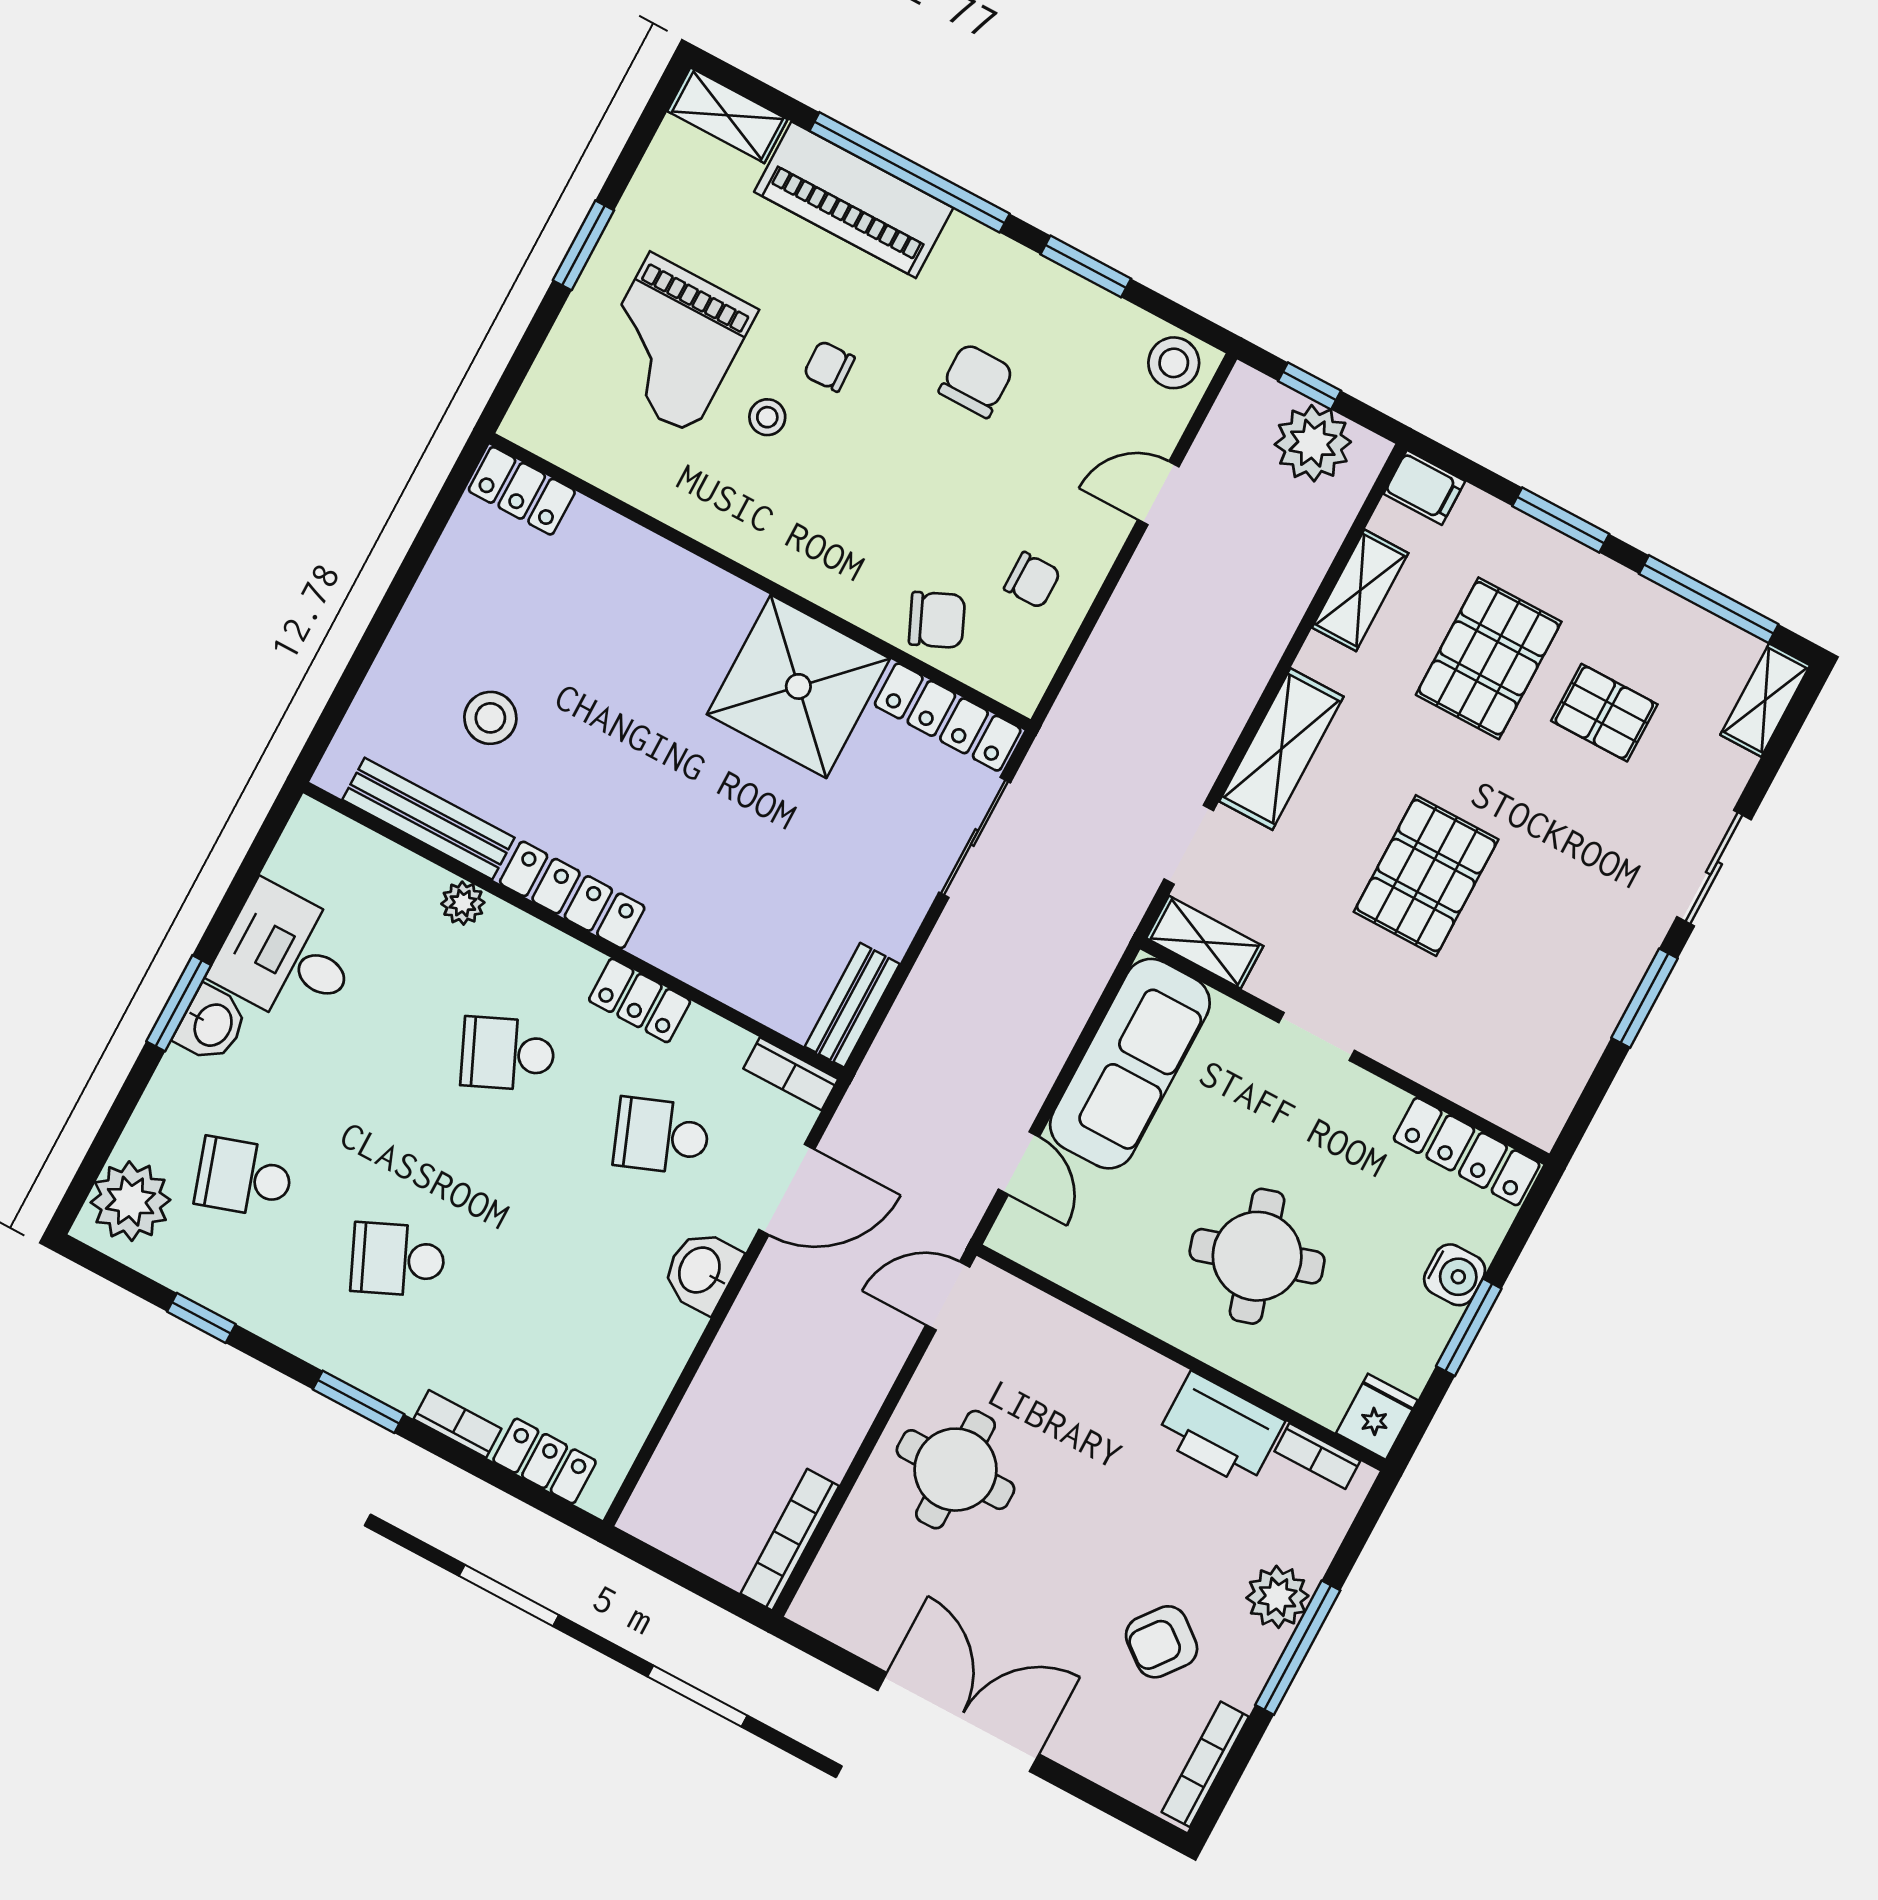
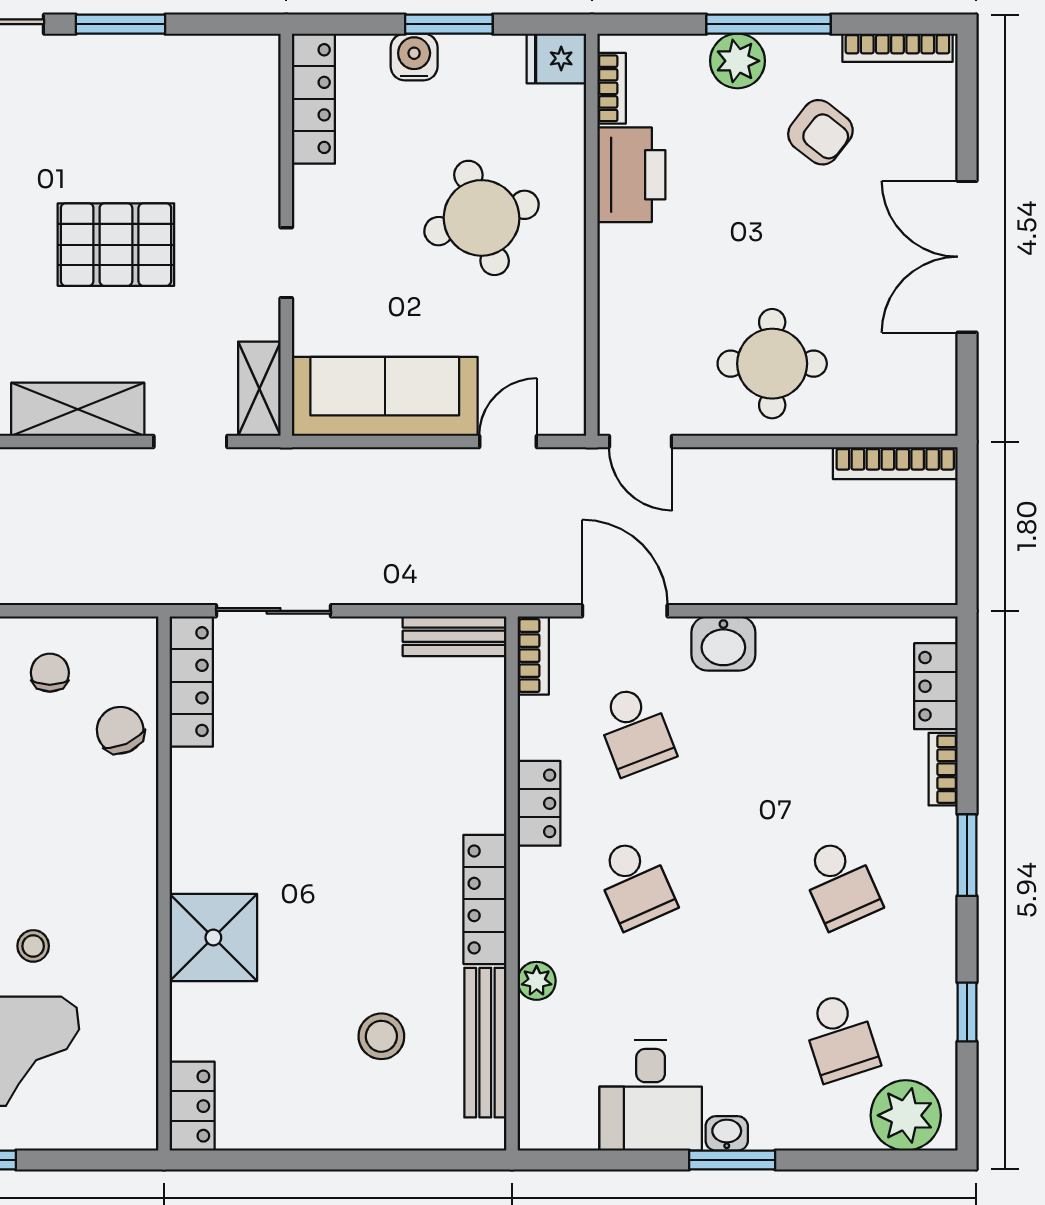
shower: (798, 686) -> (213, 938), moved, width x0.73, depth x0.73
washbasin: (212, 1024) -> (727, 1133), width x0.72, depth x0.69

